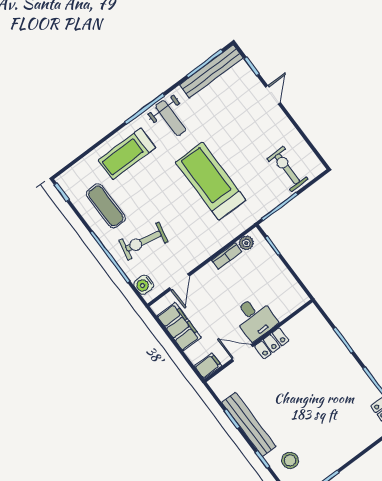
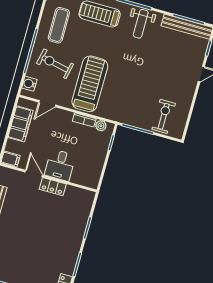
treadmill: (211, 181) -> (90, 84), moved

